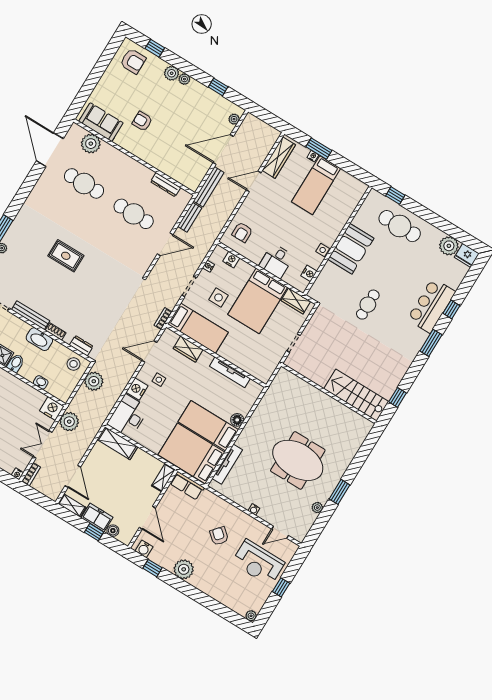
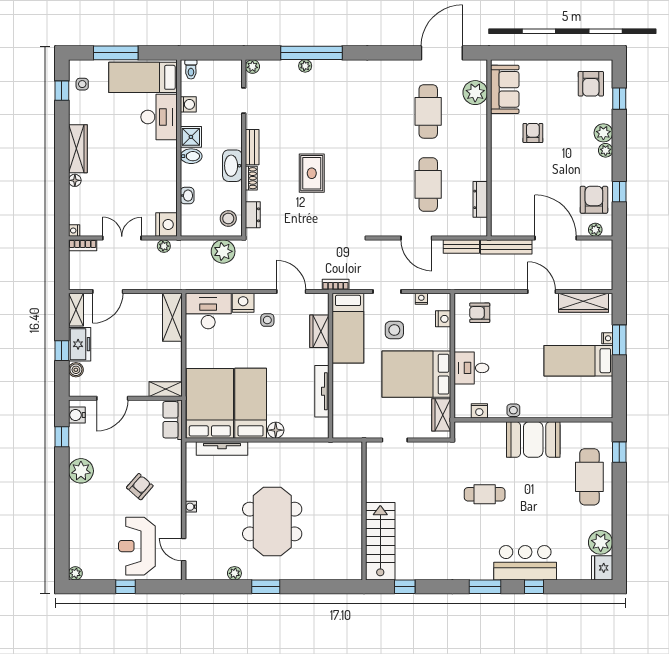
armchair: (213, 108) -> (594, 200), added
rug: (66, 256) -> (312, 173), moved
bench: (31, 315) -> (252, 147), width x0.73
plant: (69, 422) -> (164, 246), width x0.53, depth x0.53

